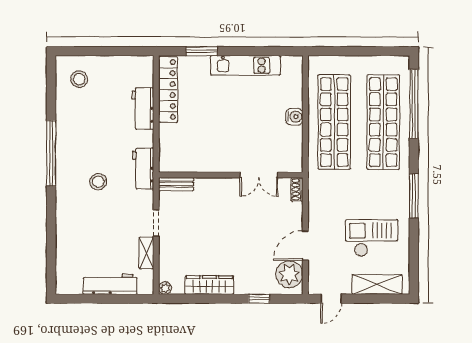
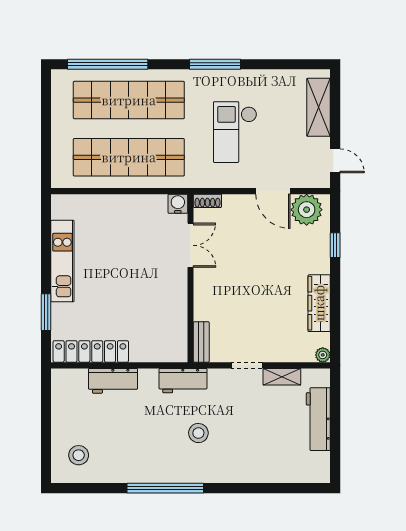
water cooler: (294, 117) -> (178, 204), moved
checkout: (372, 238) -> (235, 132), moved

